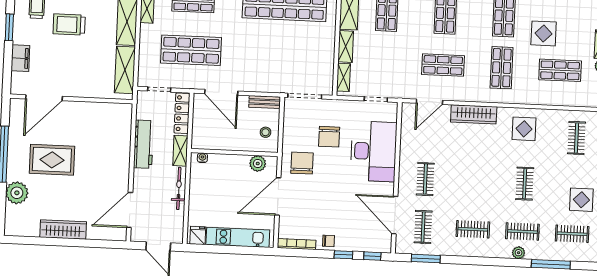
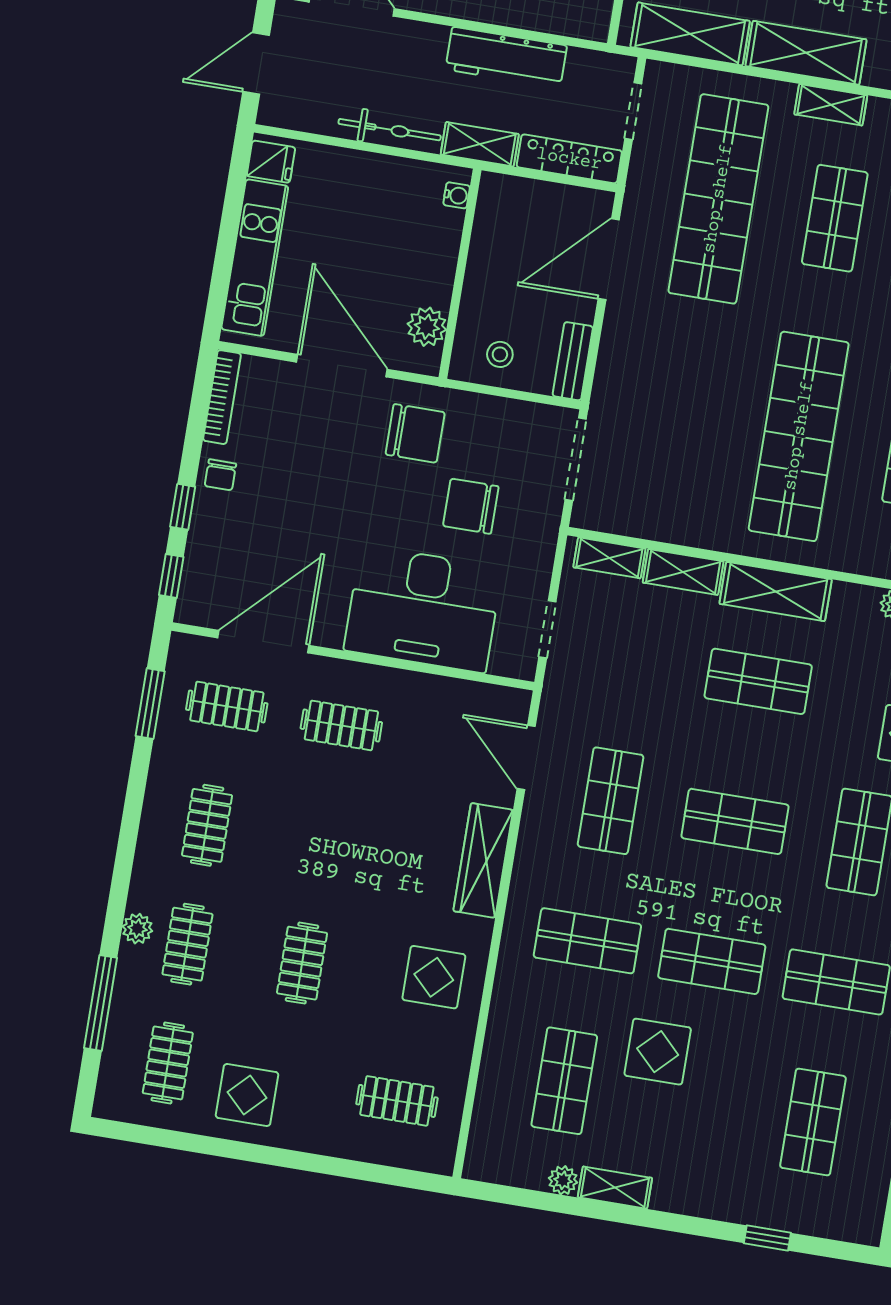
shop shelf: (191, 50) -> (718, 199), width x1.40
clothes rail: (525, 184) -> (302, 963), turned 90

